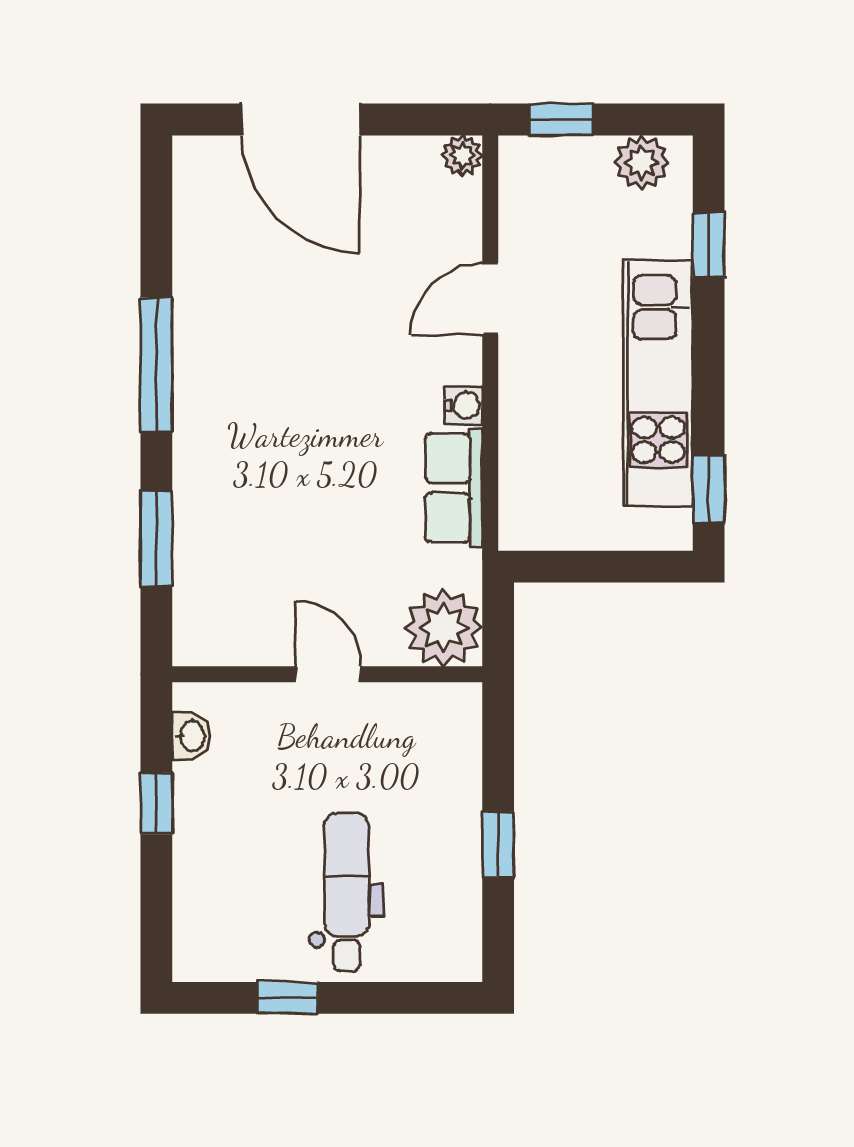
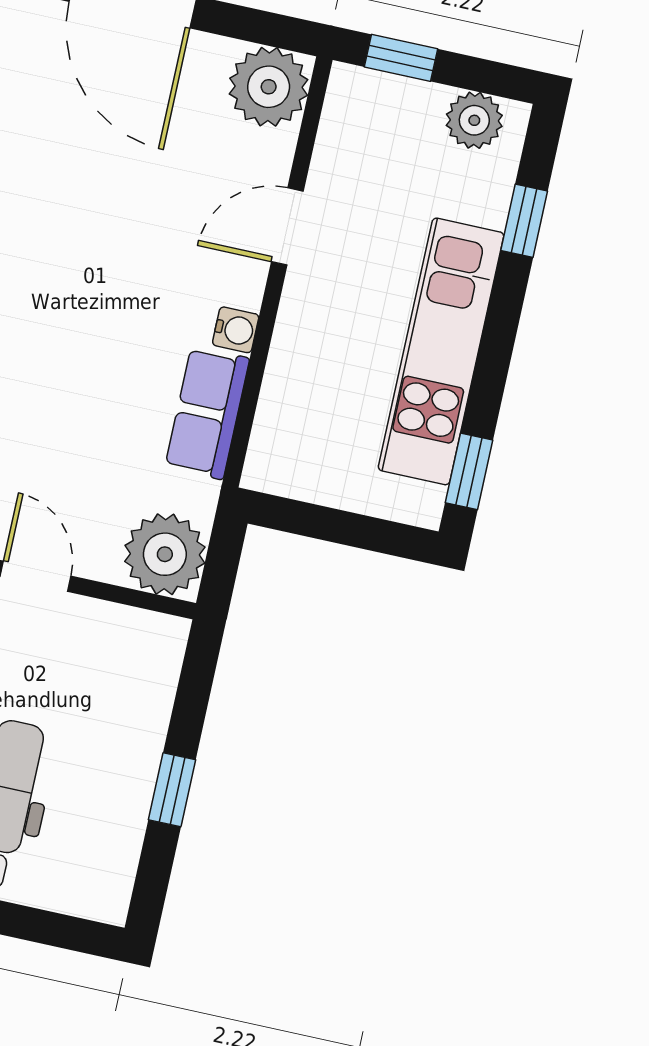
plant: (462, 156) -> (269, 87), width x1.88, depth x1.88

